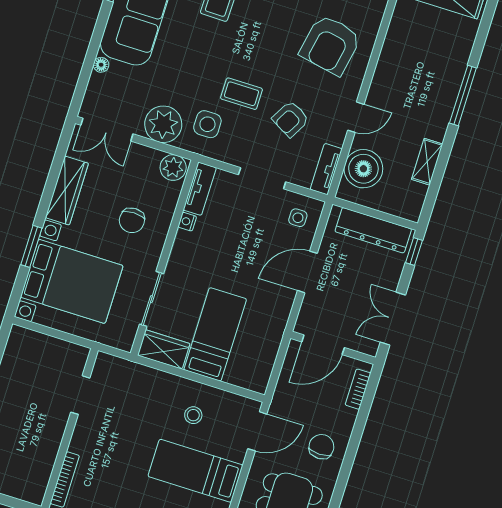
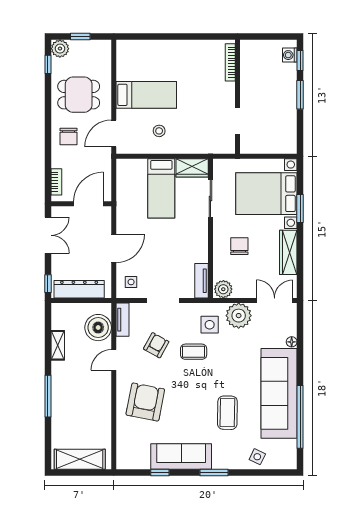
nightstand: (187, 222) -> (203, 257), removed

